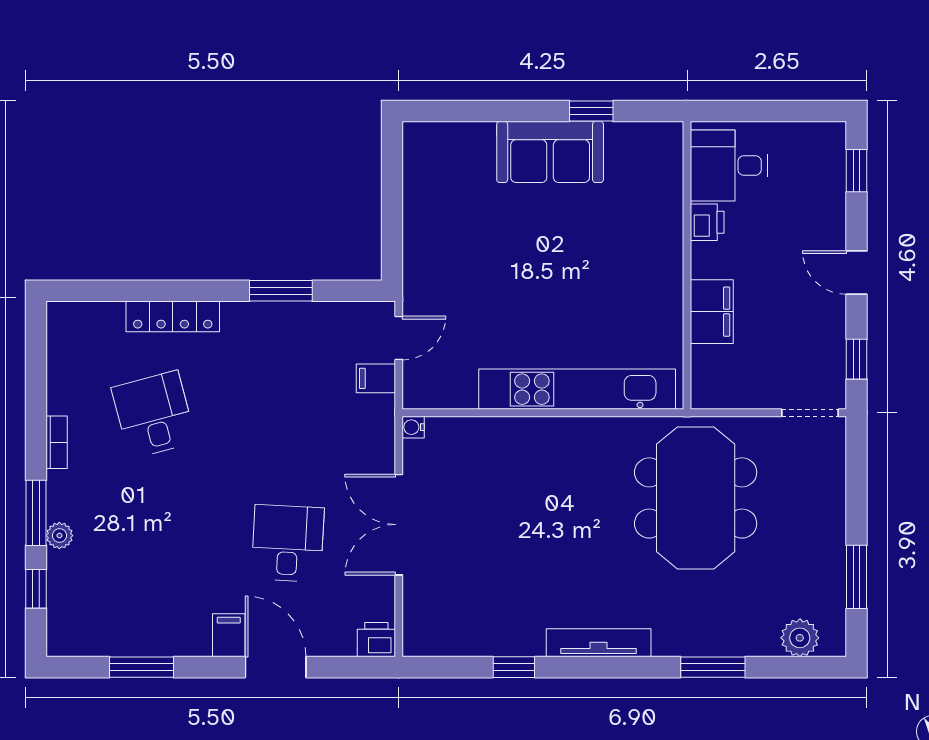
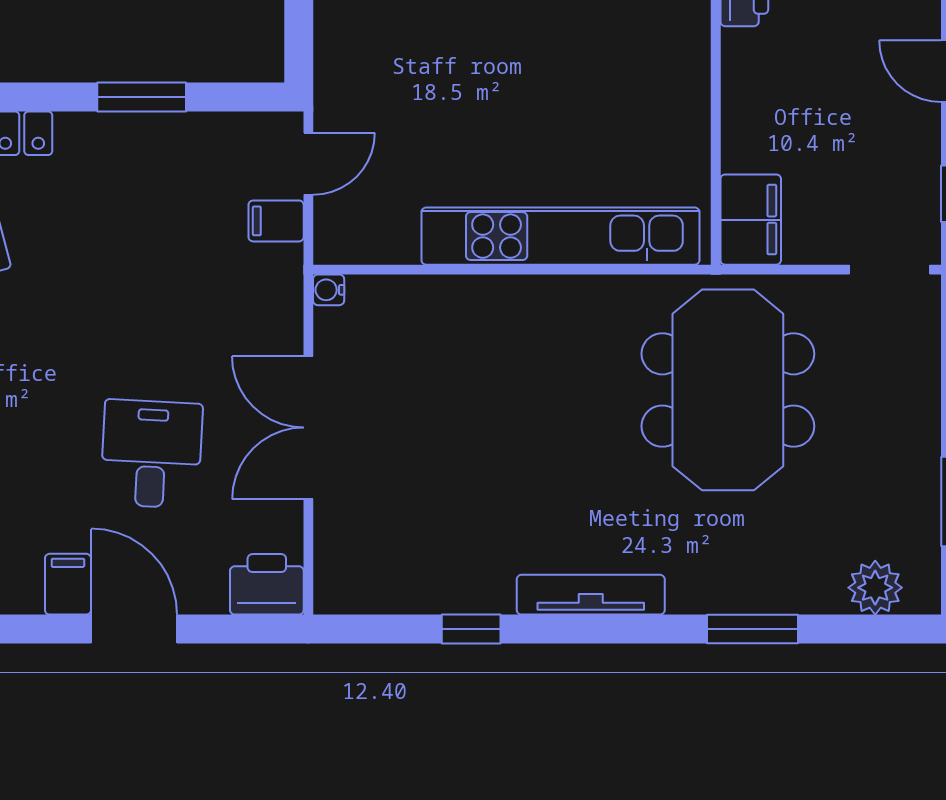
filing cabinet: (712, 312) -> (751, 220), moved
printer: (376, 640) -> (267, 584), width x1.36, depth x1.24

